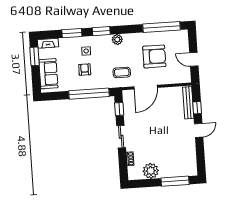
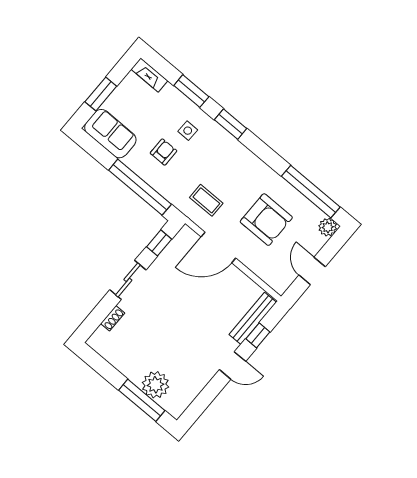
plant: (117, 39) -> (328, 227), moved
window: (35, 56) -> (101, 94), moved
sofa: (48, 74) -> (110, 134), moved, turned -90
plant: (151, 171) -> (155, 385), moved

